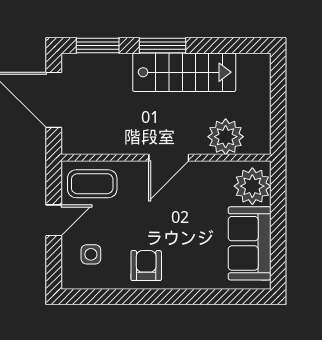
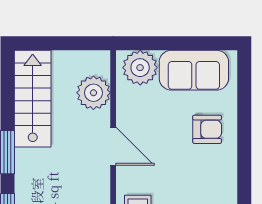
stairs: (184, 72) -> (33, 99), moved
armchair: (146, 266) -> (207, 129), moved, turned 180

